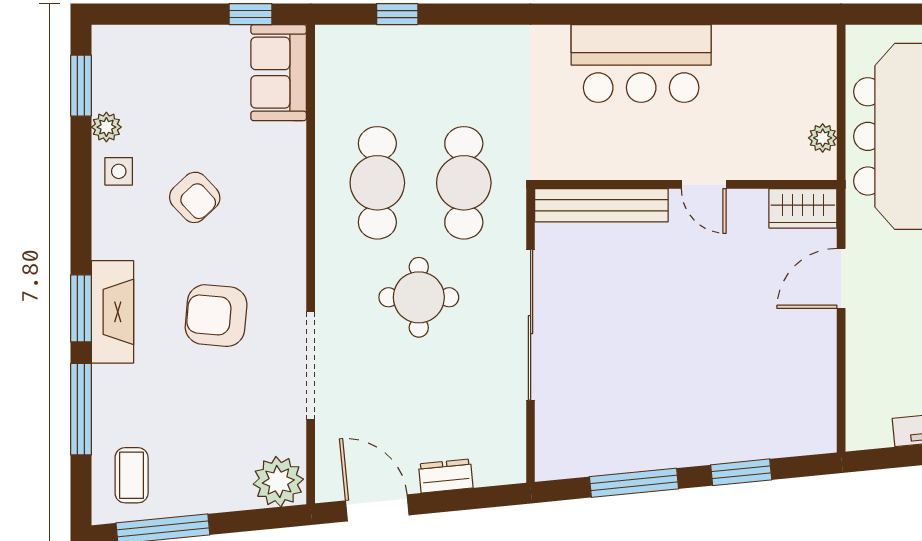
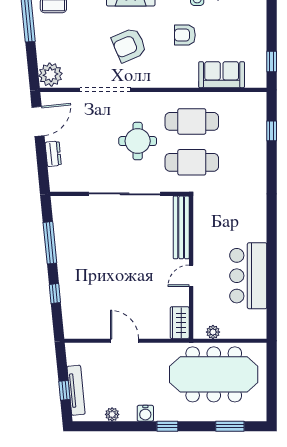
bar counter: (641, 63) -> (248, 276), moved
sofa: (279, 73) -> (222, 75), moved
armchair: (195, 197) -> (185, 35), turned 43
door: (841, 278) -> (124, 341), moved
armchair: (216, 316) -> (129, 45), turned -118
window: (741, 472) -> (55, 293), width x0.67

